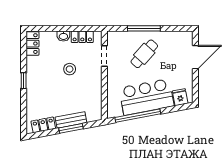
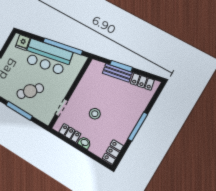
window: (24, 81) -> (138, 127), width x2.17

